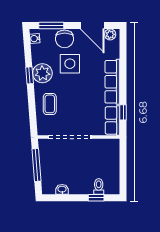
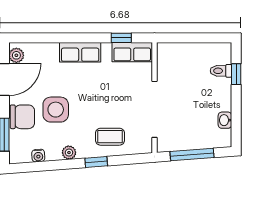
water cooler: (35, 39) -> (38, 156), moved
plant: (42, 73) -> (69, 153), width x0.53, depth x0.53
window: (30, 75) -> (96, 162), moved
row of seats: (112, 82) -> (80, 52), width x0.68

